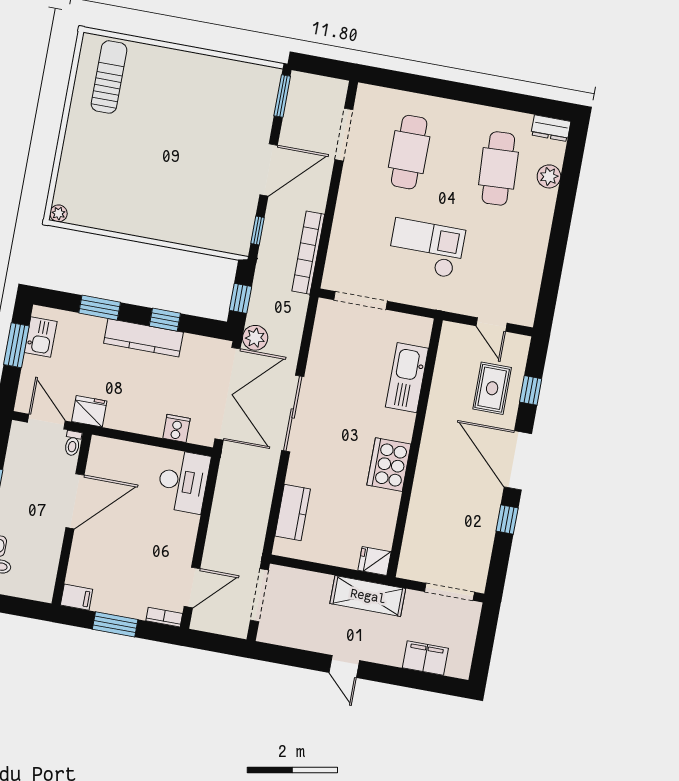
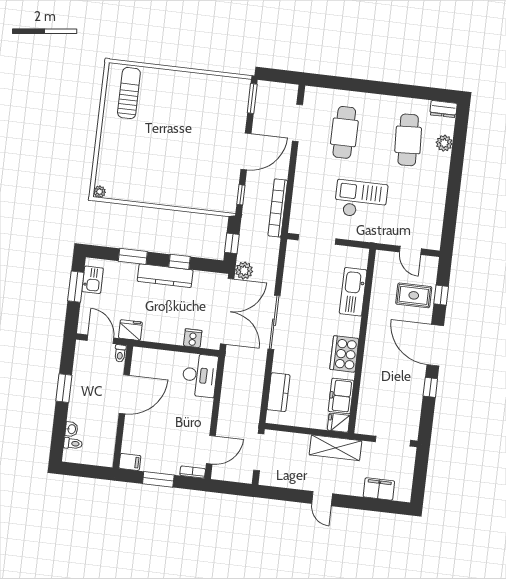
rug: (492, 388) -> (414, 295), turned 90
freezer: (380, 523) -> (341, 396), added

